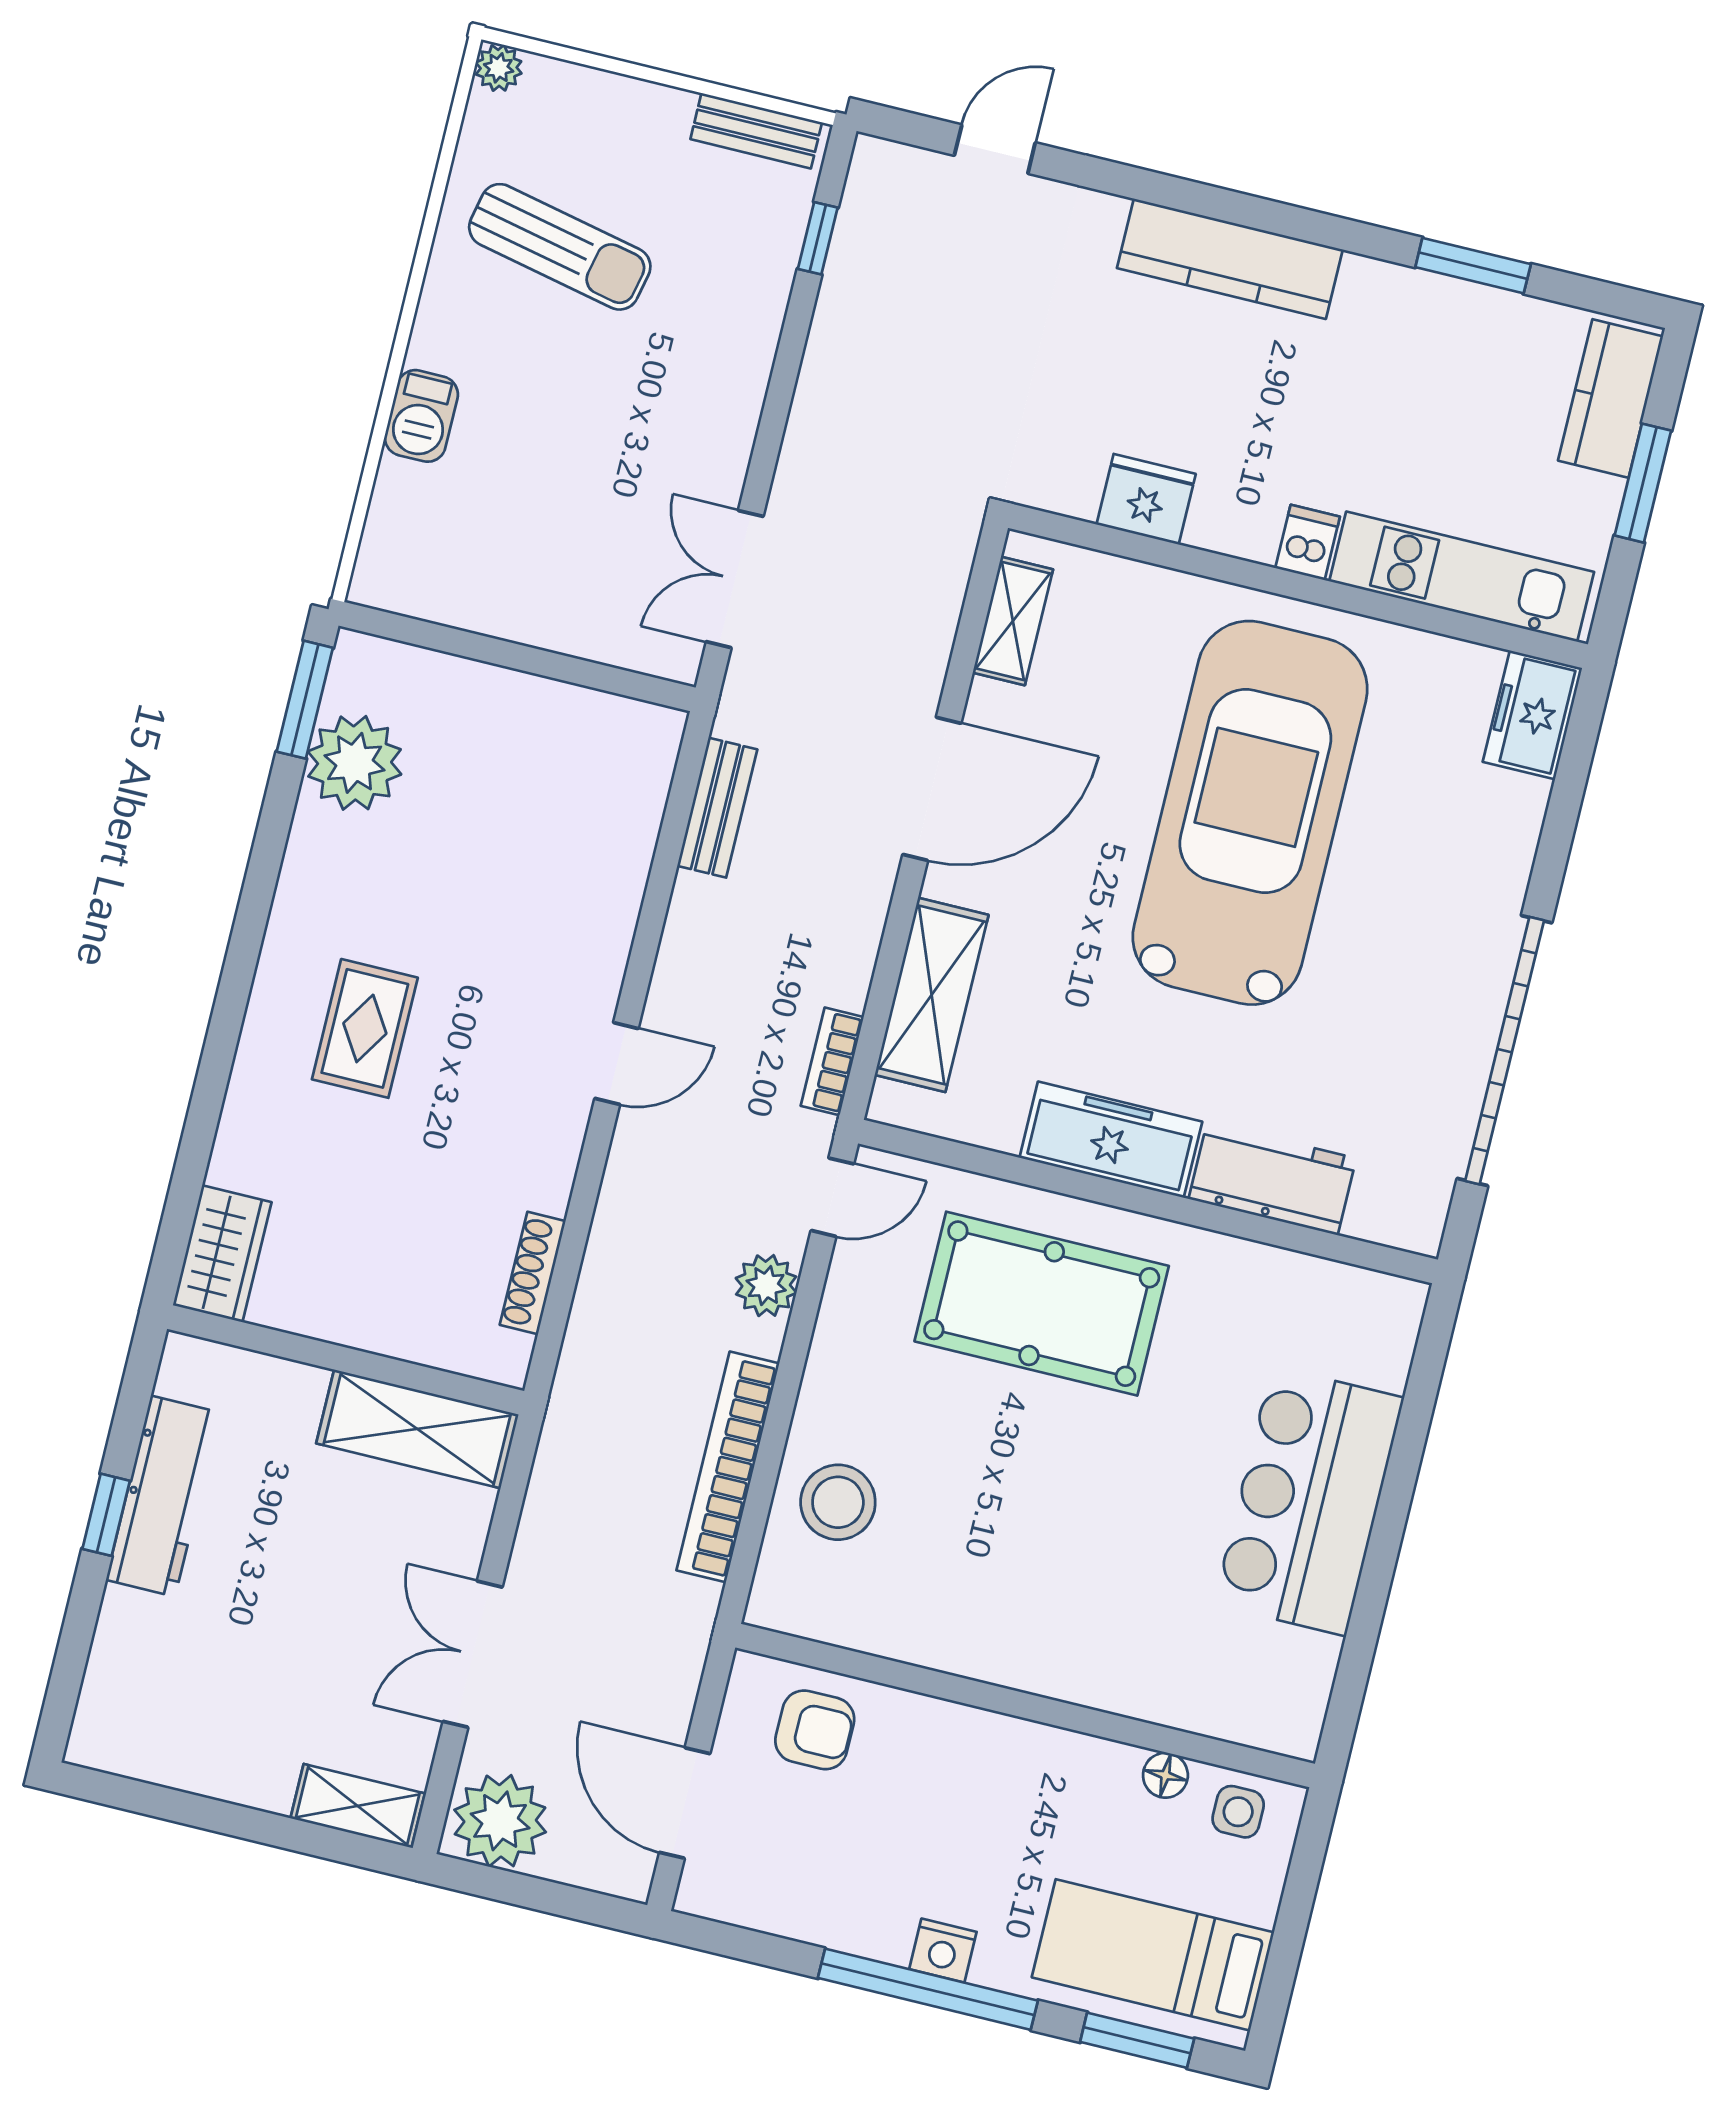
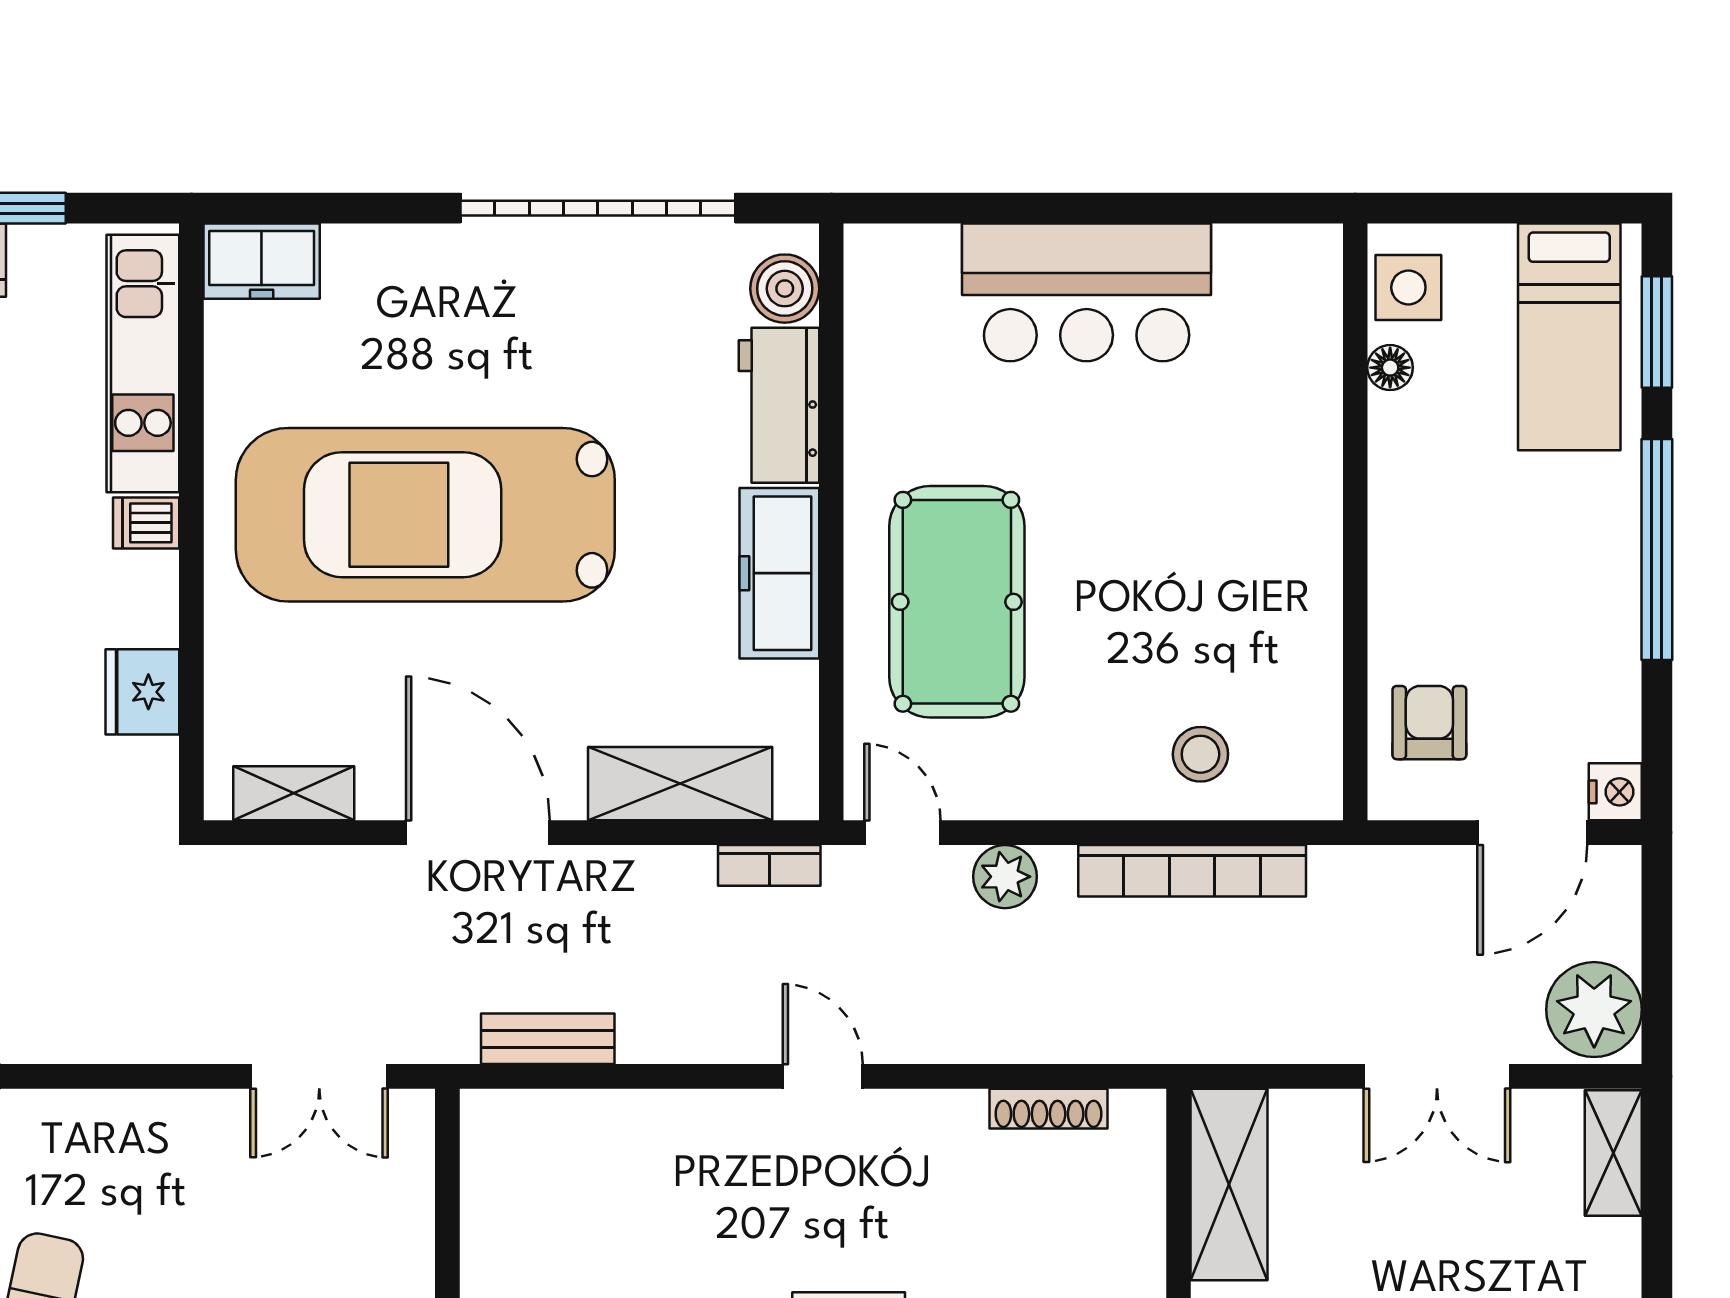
boiler: (1383, 1212) -> (785, 289), added
stool: (838, 1502) -> (1200, 754), width x0.73, depth x0.73
side table: (1238, 1812) -> (1408, 287), width x1.37, depth x1.37
nightstand: (943, 1951) -> (1615, 792), moved

